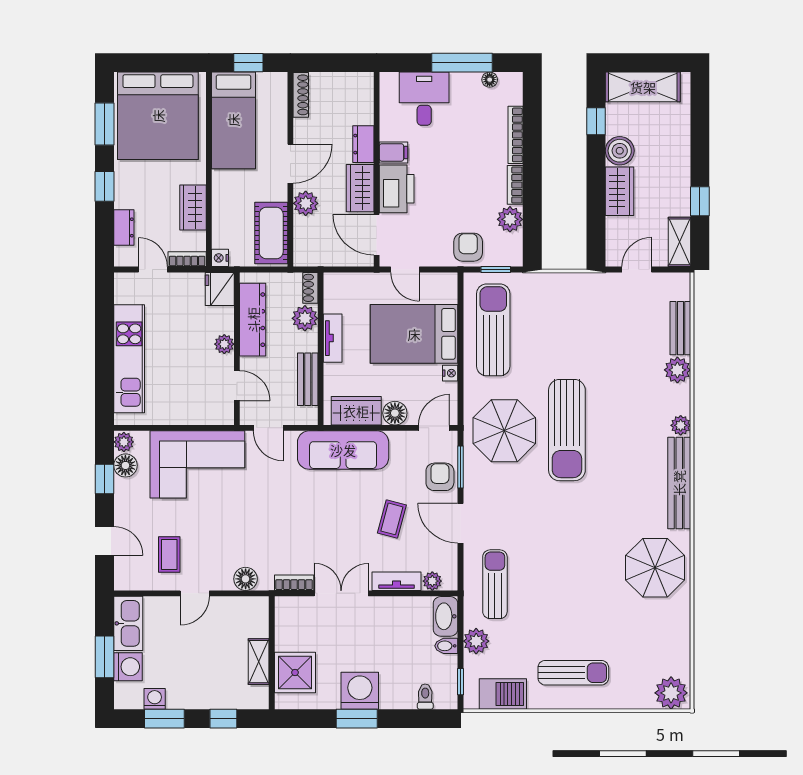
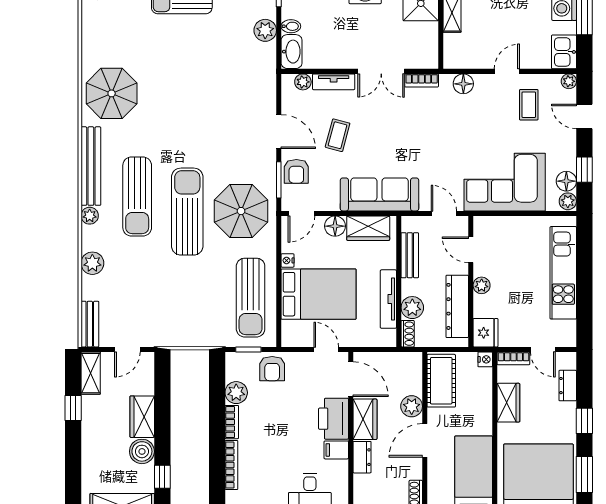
bench: (680, 328) -> (90, 324), moved
tv unit: (333, 338) -> (388, 299), width x1.41
plant: (123, 582) -> (569, 81), added
sun lounger: (495, 584) -> (137, 197), moved, width x1.36, depth x1.34
kitchen sink: (128, 623) -> (564, 52), width x0.73

